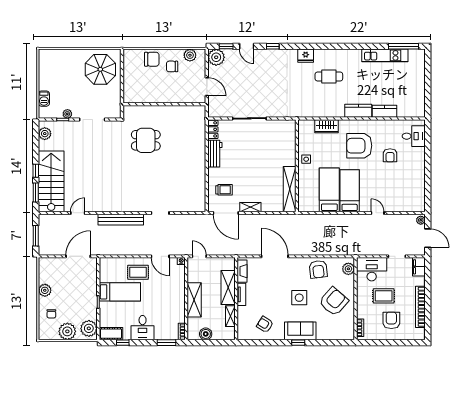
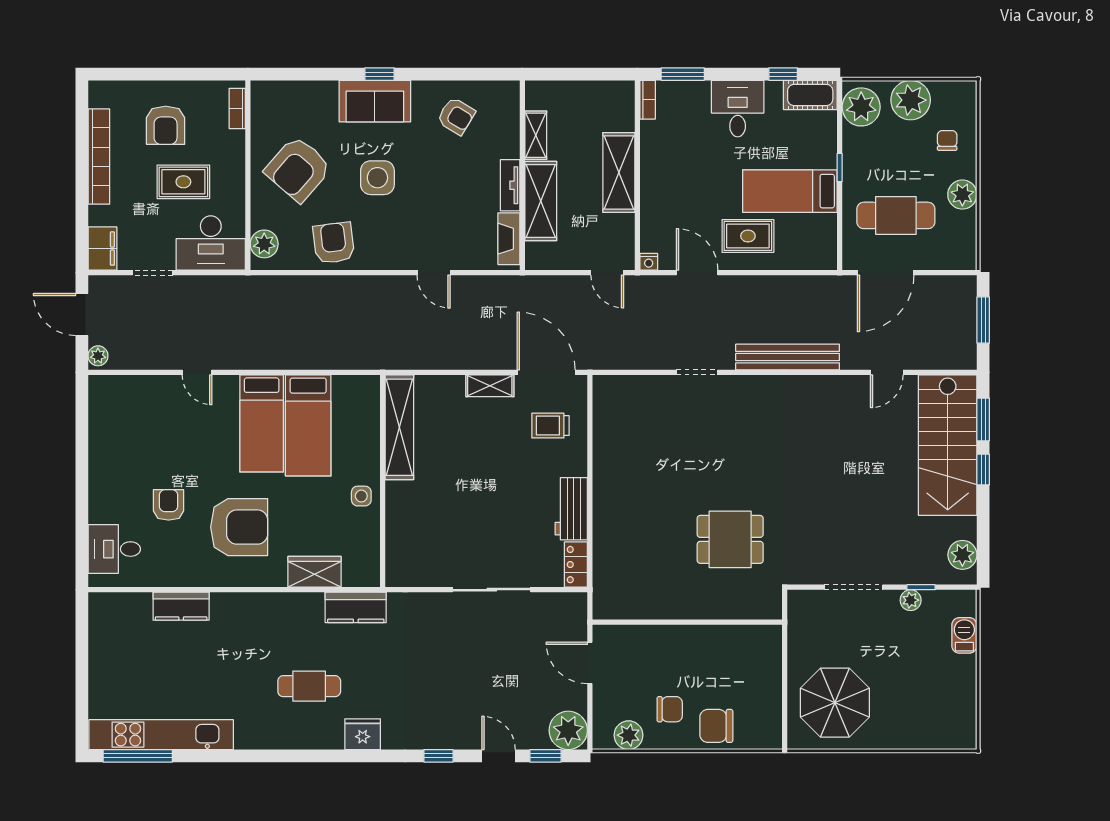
kitchen unit: (385, 55) -> (161, 735), width x1.36
kitchen counter: (358, 111) -> (356, 607), moved
door: (275, 256) -> (434, 273), width x0.53
cafe table: (74, 281) -> (896, 215), added
boiler: (206, 334) -> (592, 94), removed

